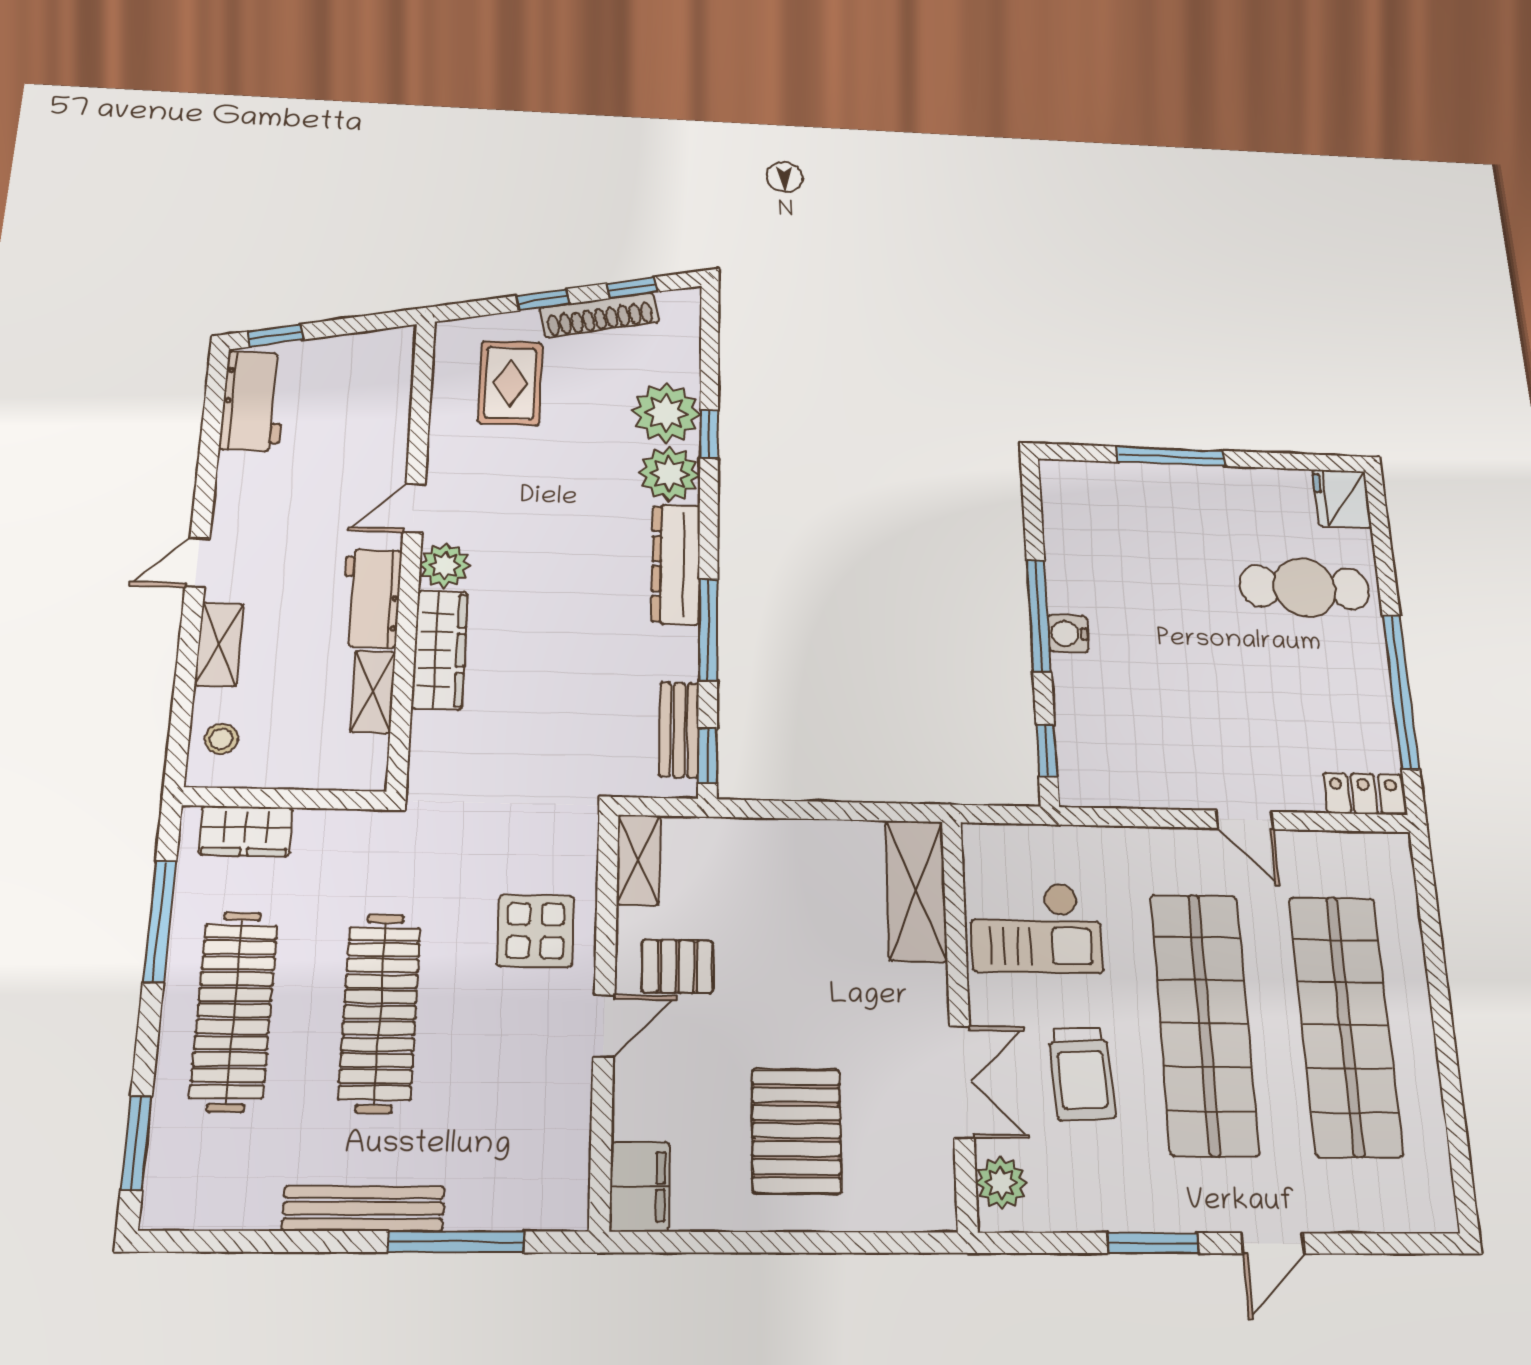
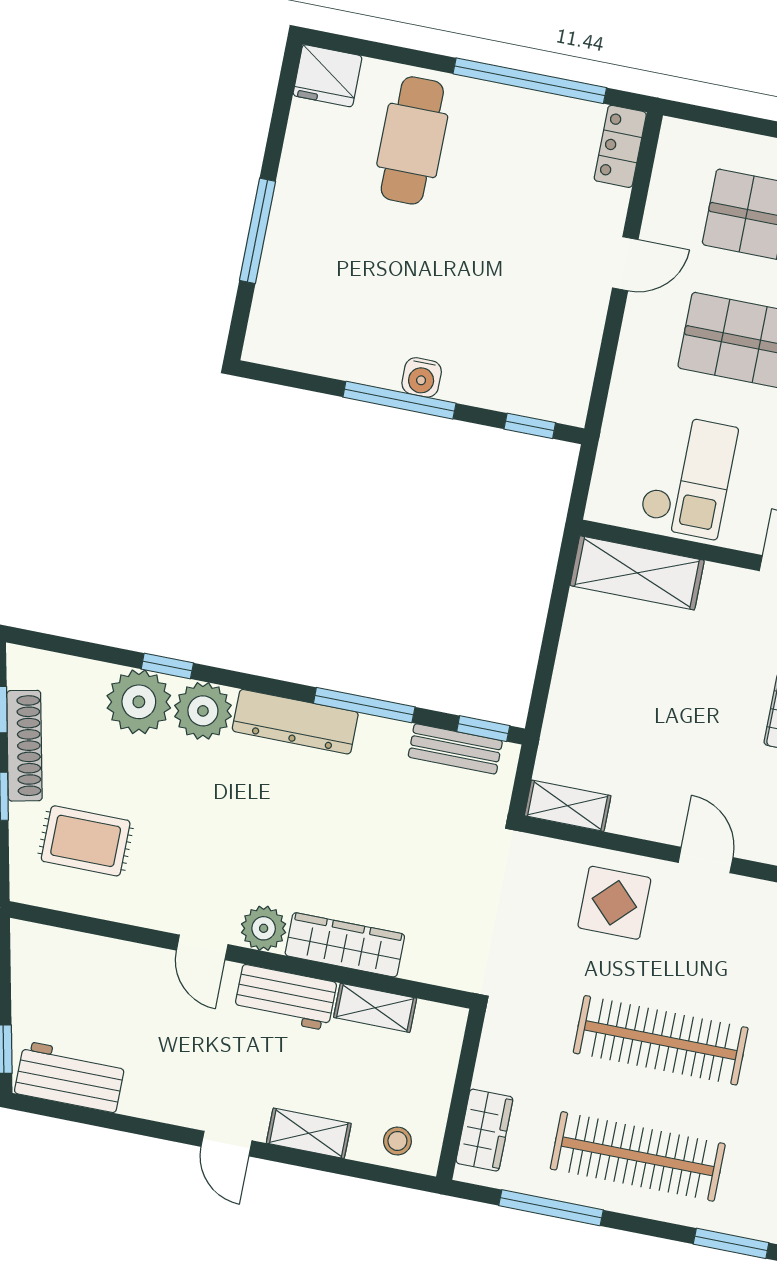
pallet: (677, 966) -> (666, 790), removed

